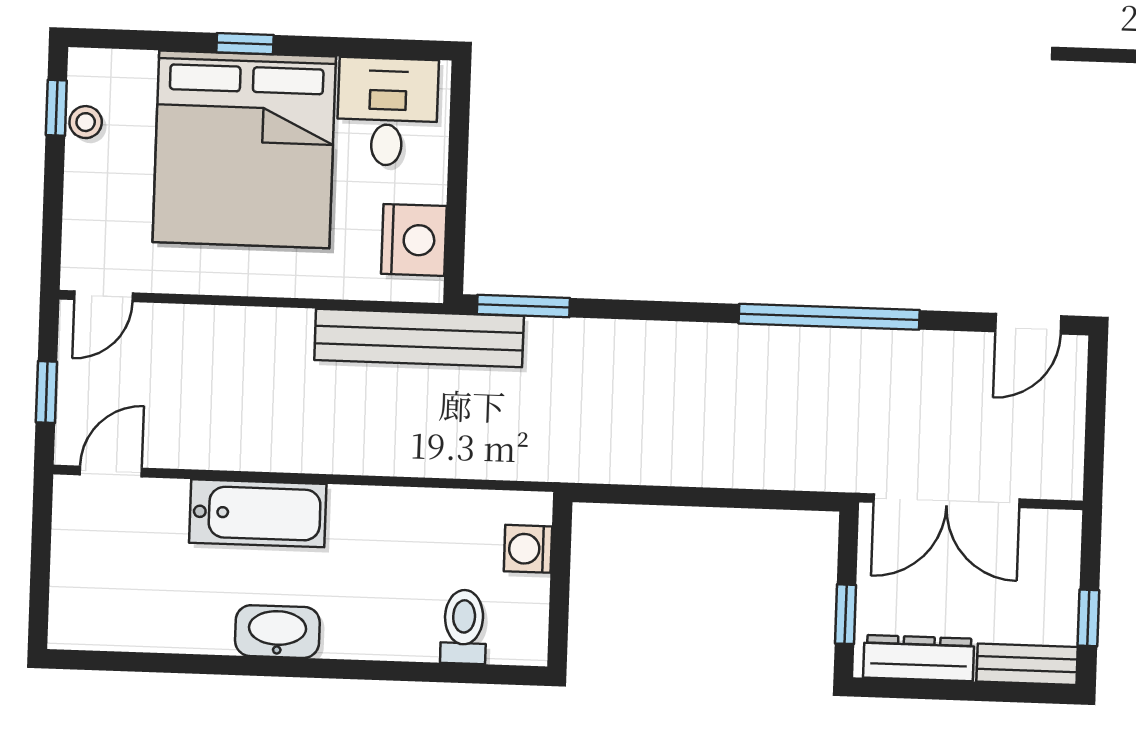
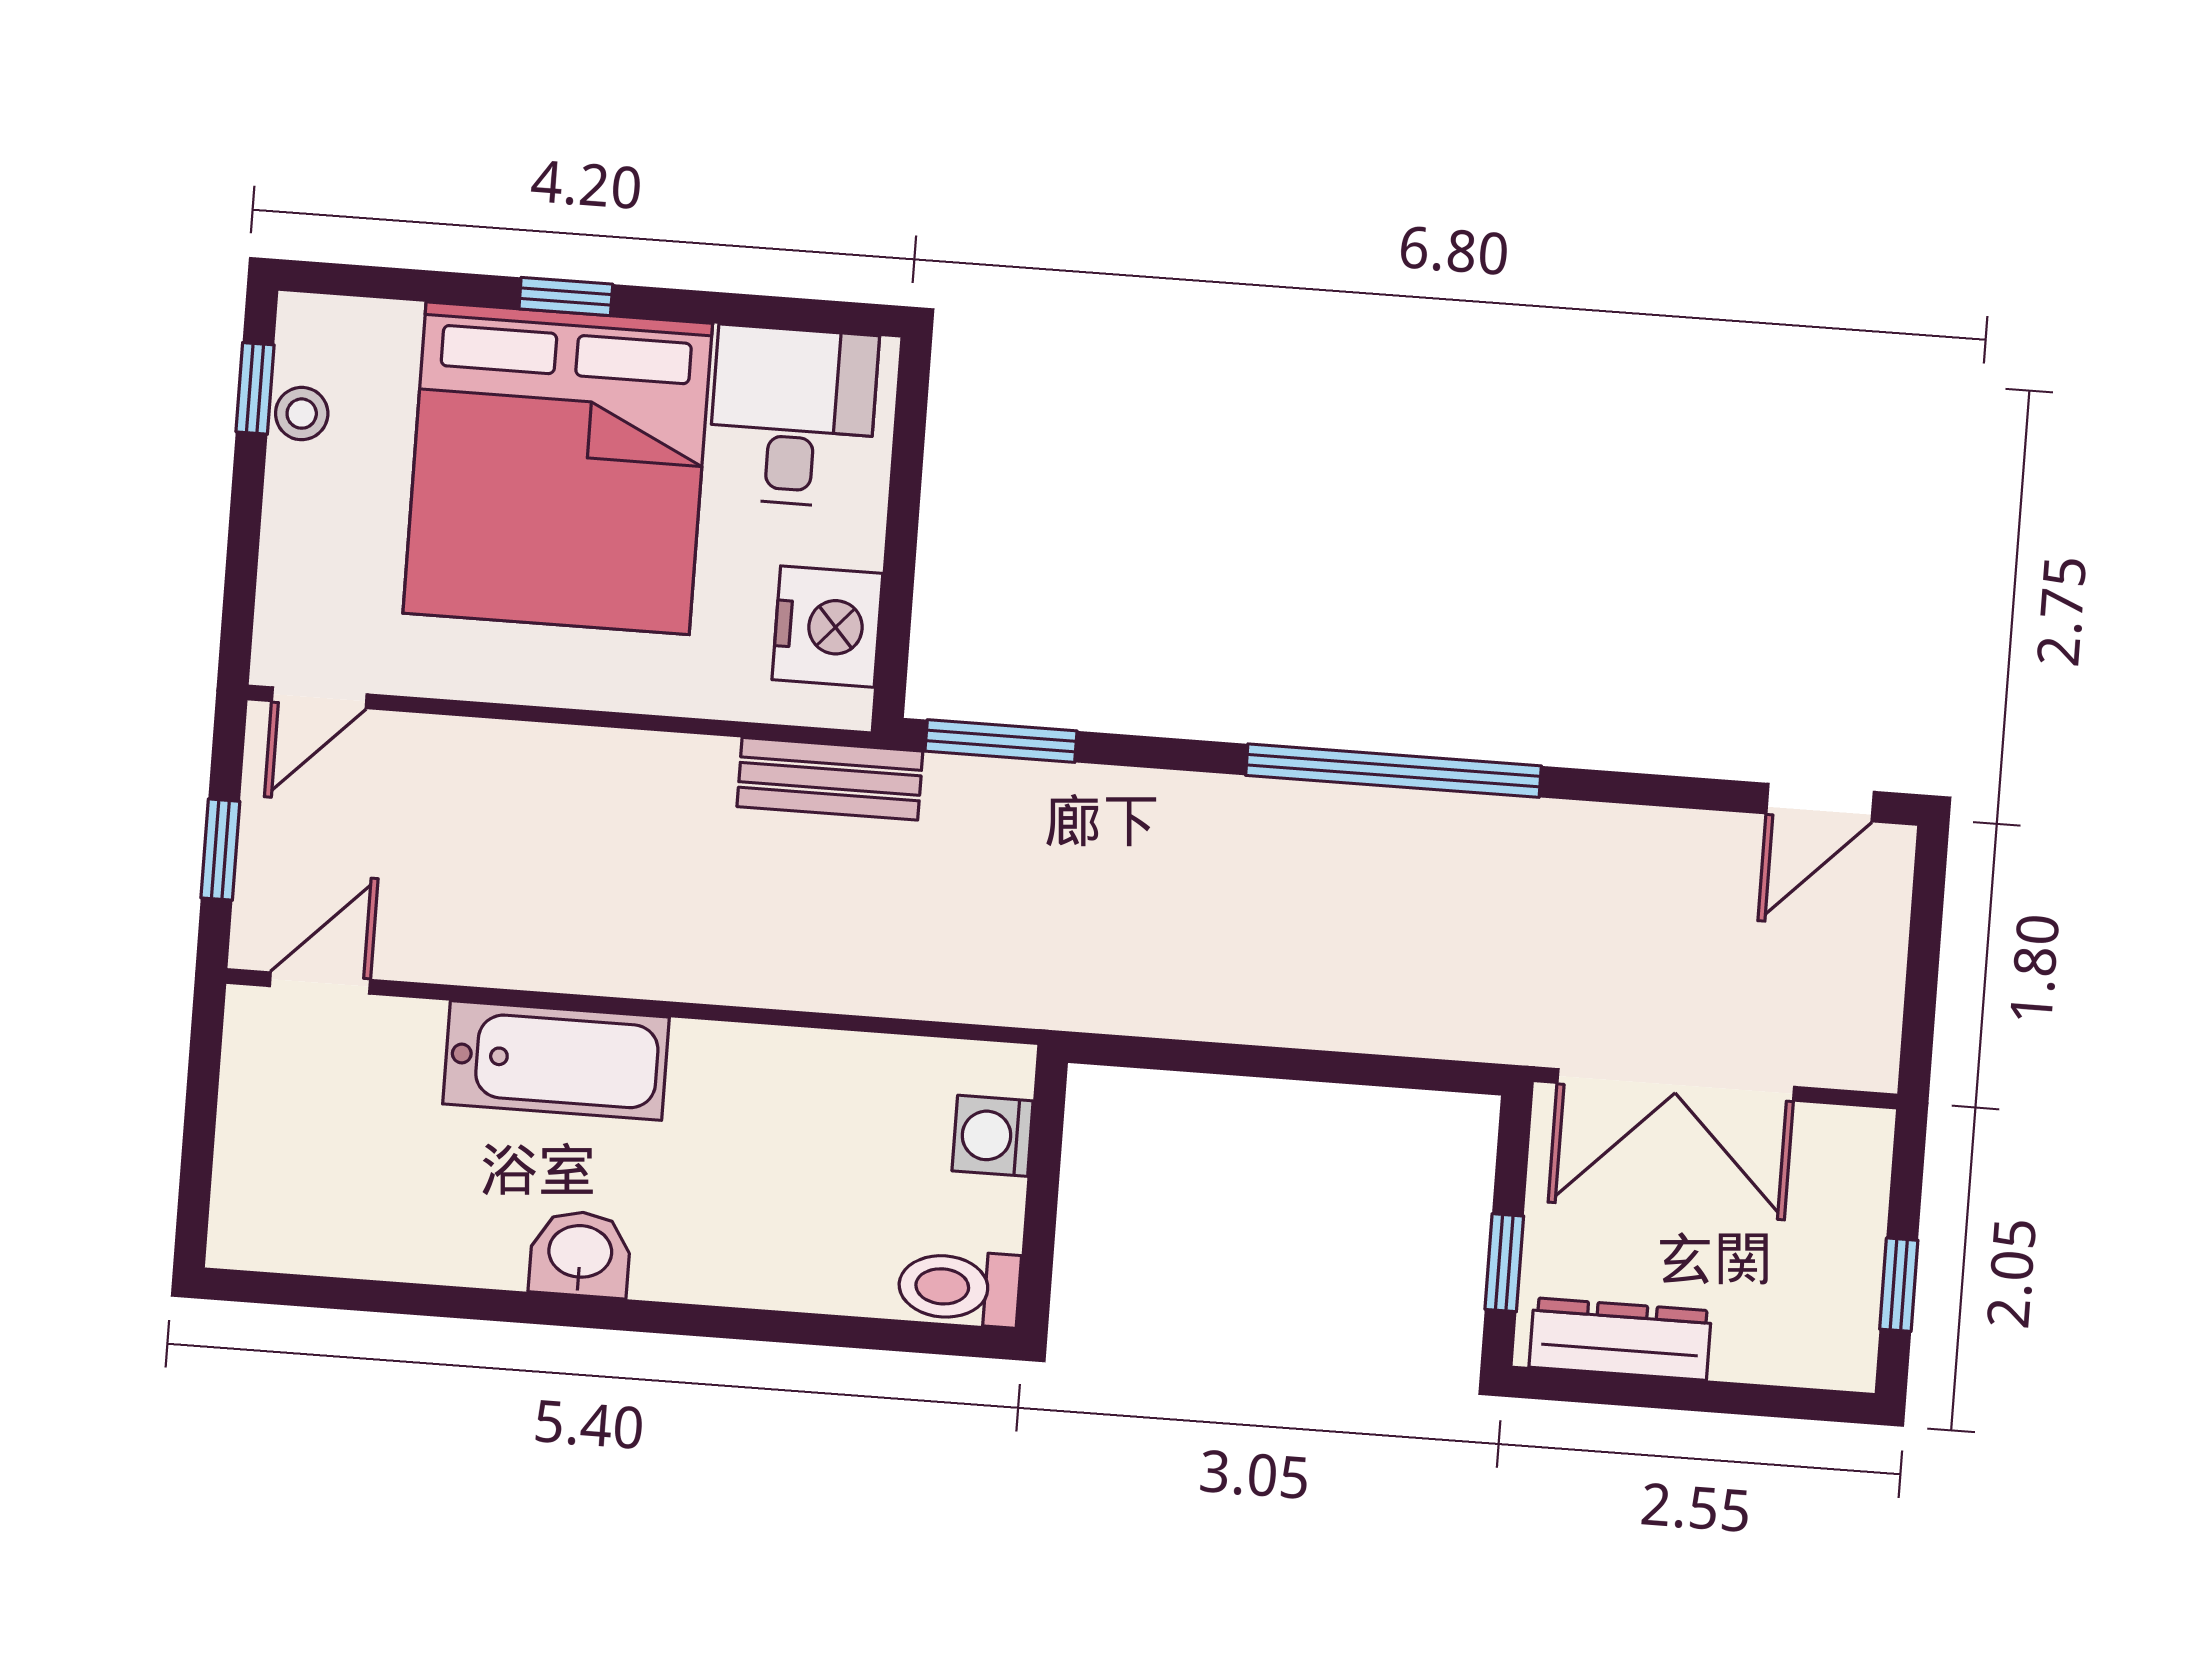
window: (829, 317) -> (1393, 771), moved
bench: (419, 338) -> (830, 779), width x0.54, depth x0.82
toilet: (464, 627) -> (959, 1288), moved, turned -90
washbasin: (277, 632) -> (580, 1254), width x0.72
bench: (1027, 664) -> (1796, 1356), removed

